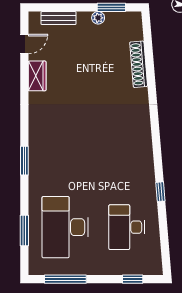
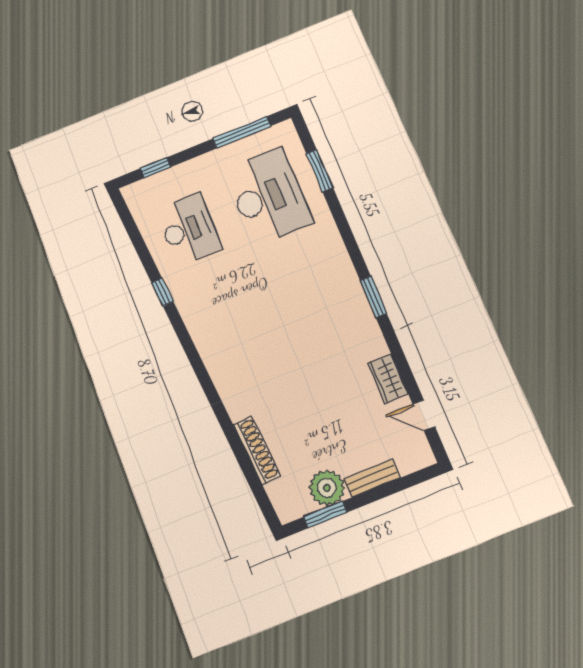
bench: (59, 18) -> (372, 478), moved
plant: (98, 18) -> (327, 488), width x1.87, depth x1.87
door: (24, 44) -> (424, 415), hinge flipped
window: (24, 161) -> (373, 297), moved

